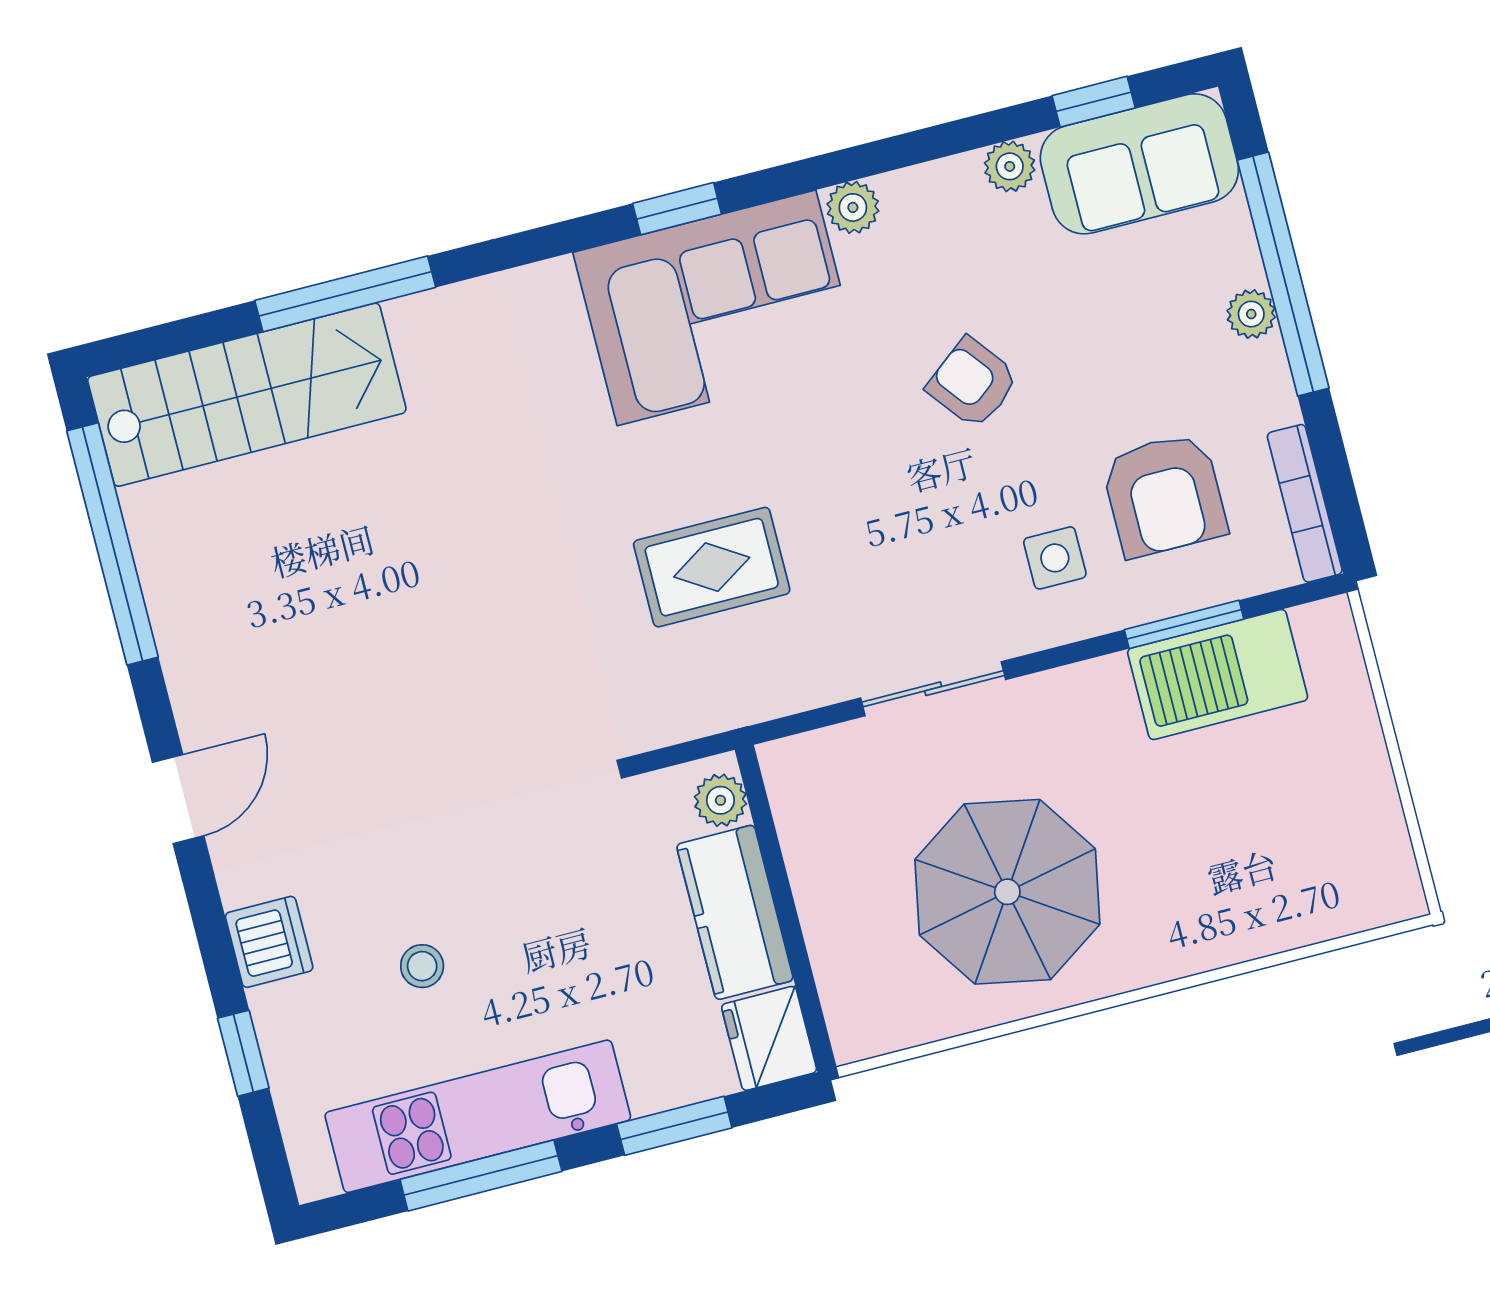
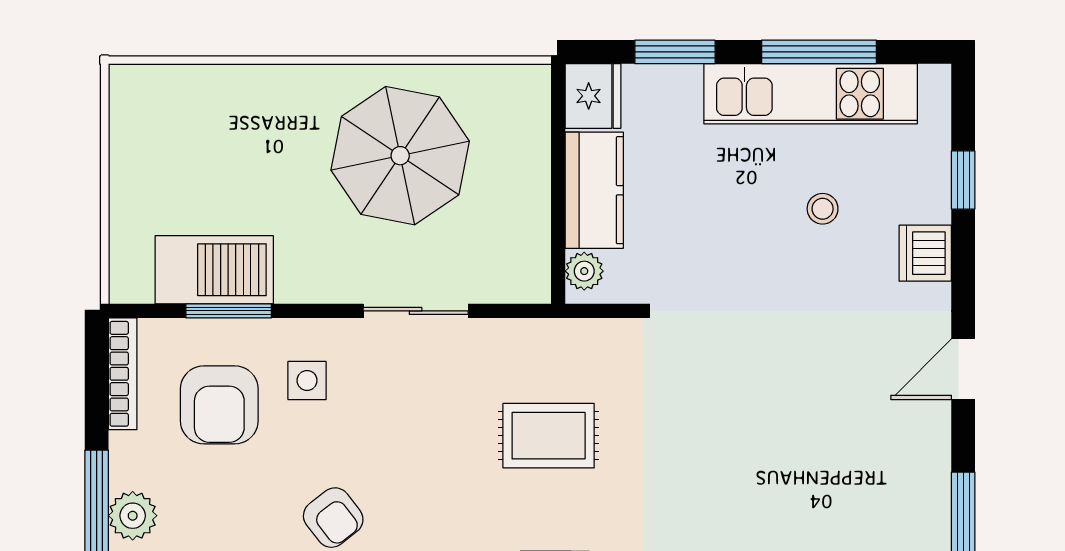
plant: (1251, 314) -> (133, 516), width x1.38, depth x1.38
armchair: (1164, 495) -> (219, 405), turned 180

